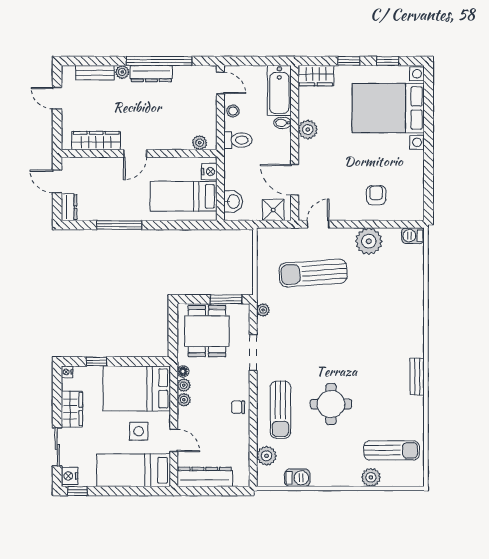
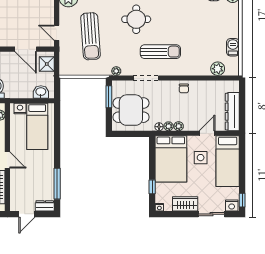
door: (295, 180) -> (26, 49), hinge flipped
window: (119, 225) -> (57, 184), moved
round table: (331, 404) -> (136, 19), moved
sun lounger: (280, 410) -> (160, 52), moved

